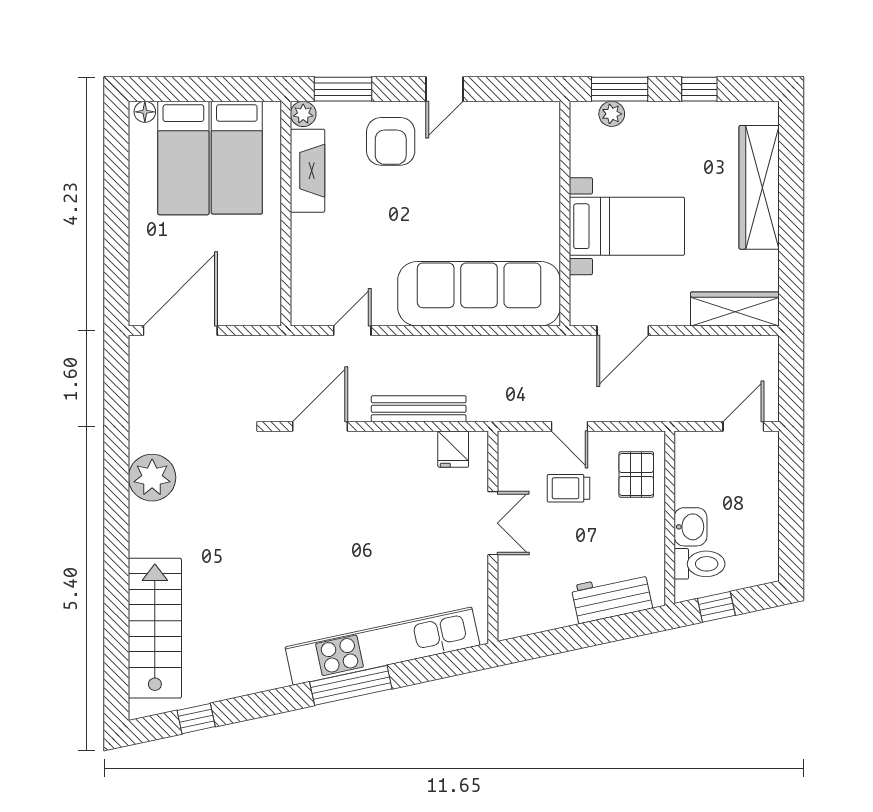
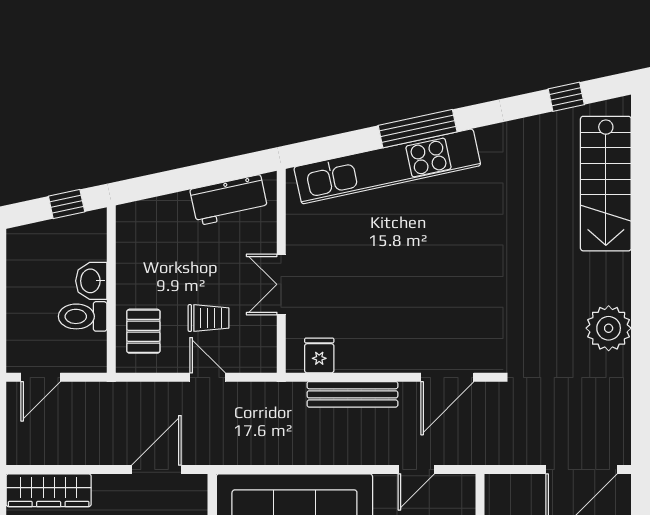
toilet: (700, 564) -> (83, 316), moved
workbench: (612, 597) -> (229, 200), moved

